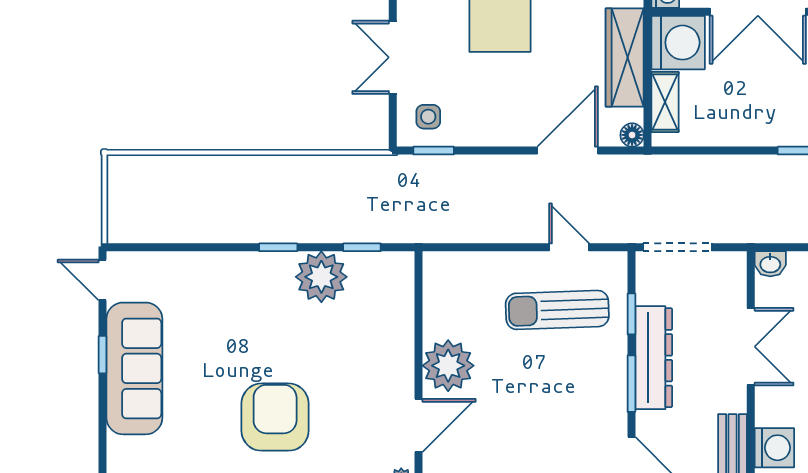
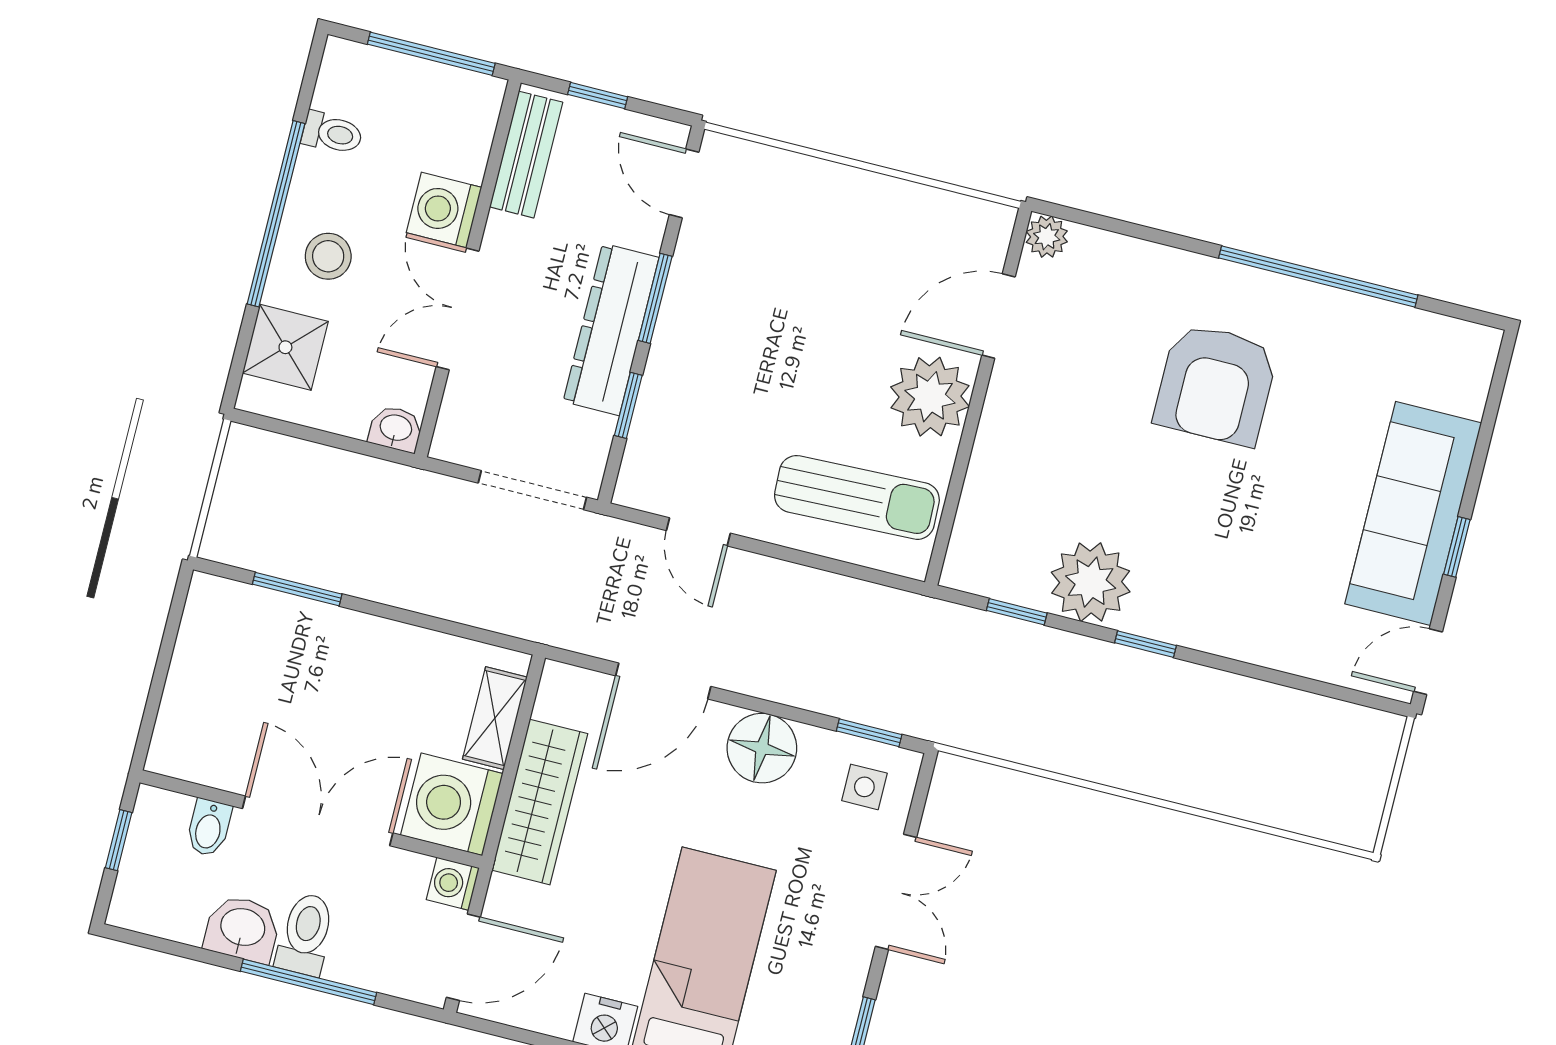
floor lamp: (632, 135) -> (762, 748), moved, width x1.89, depth x1.89
door: (103, 280) -> (1428, 662), swing flipped
sun lounger: (557, 310) -> (857, 497), moved
washing machine: (774, 448) -> (444, 210), moved

